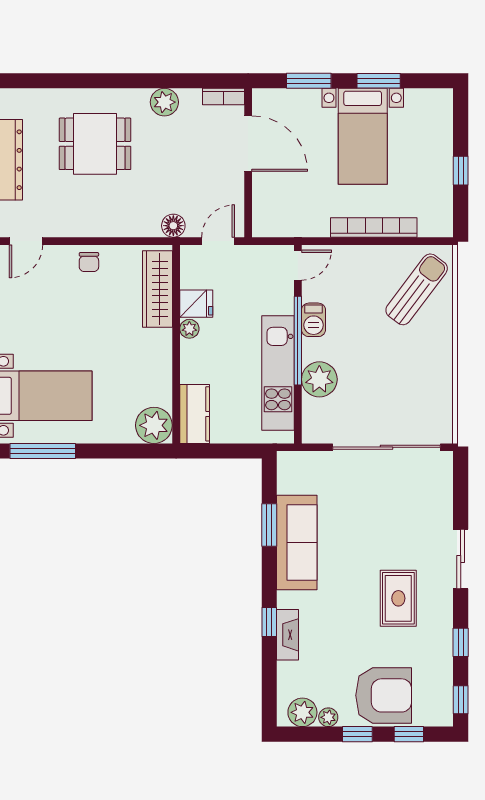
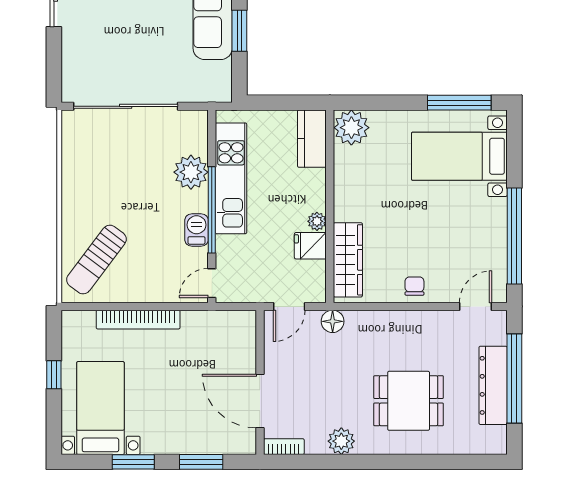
bed with nightstands: (363, 136) -> (100, 408), moved

